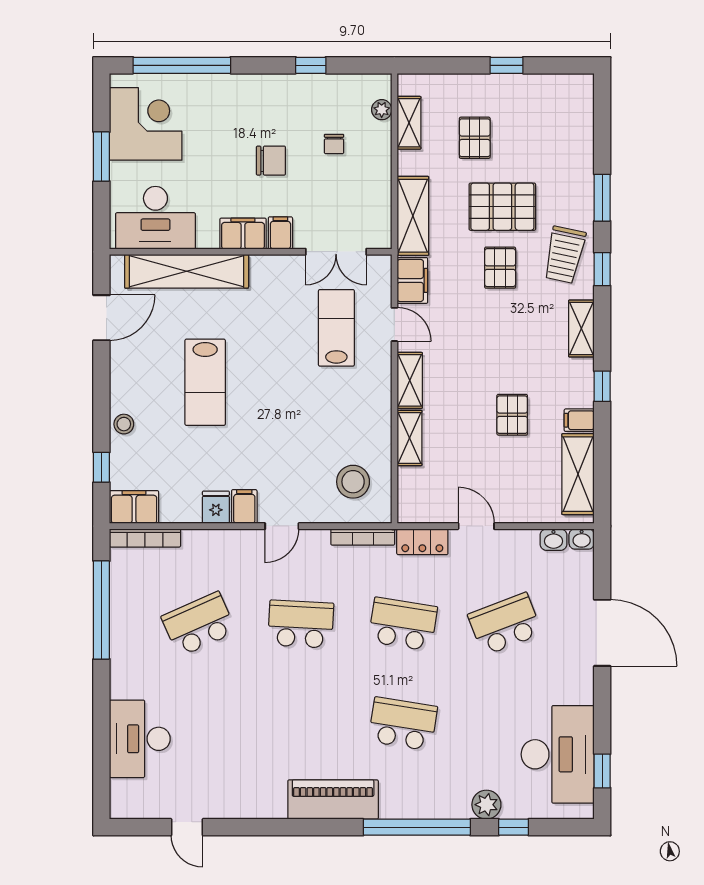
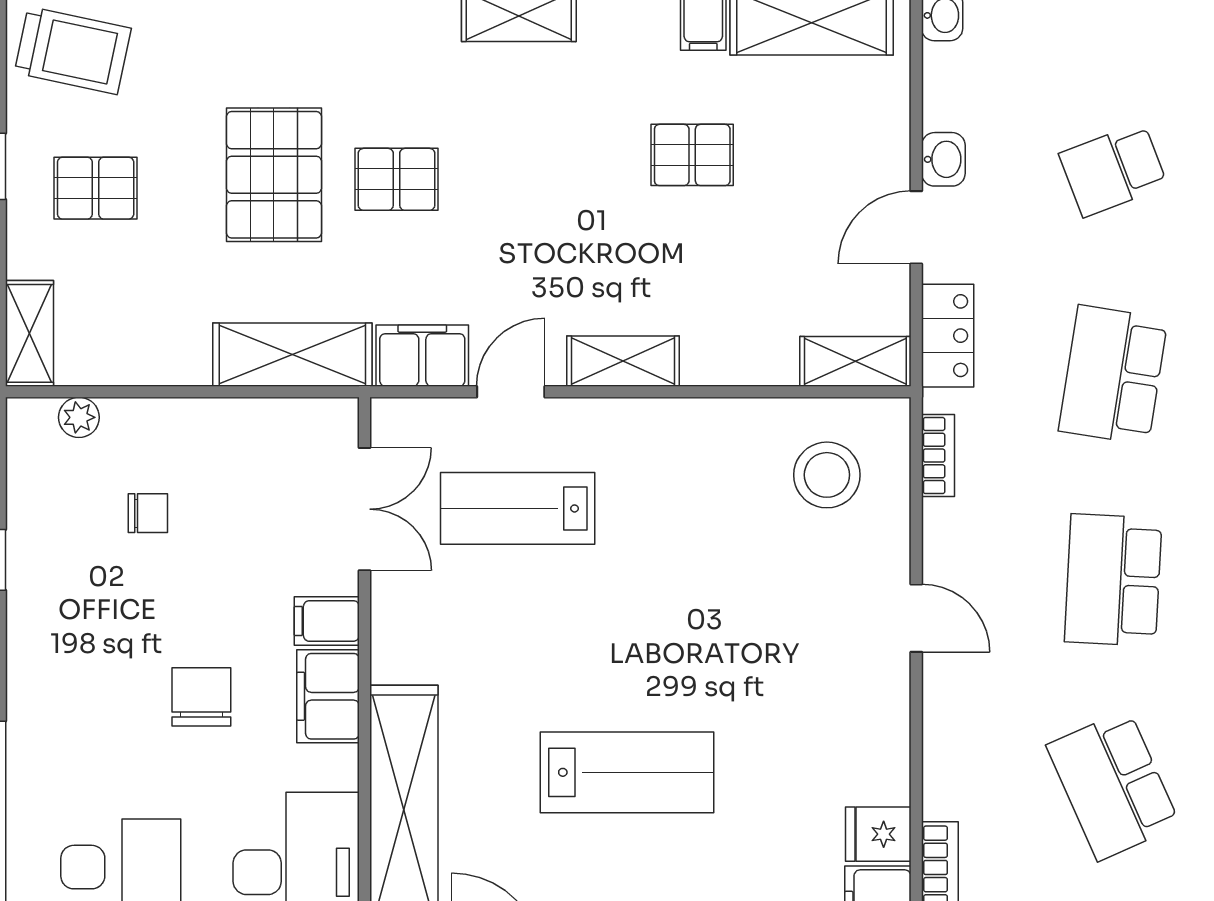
shelving: (409, 123) -> (30, 333), moved, turned 90
pallet: (475, 138) -> (96, 188), moved
chair: (271, 161) -> (201, 697), moved
trolley: (565, 255) -> (73, 50), moved
shelving: (410, 438) -> (855, 361), moved
fridge: (216, 507) -> (878, 834), moved
filing cabinet: (244, 507) -> (877, 694), removed
bookcase: (363, 537) -> (938, 456), width x0.64
washbasin: (553, 540) -> (943, 159), moved
school desk: (505, 624) -> (1113, 170), width x0.54

